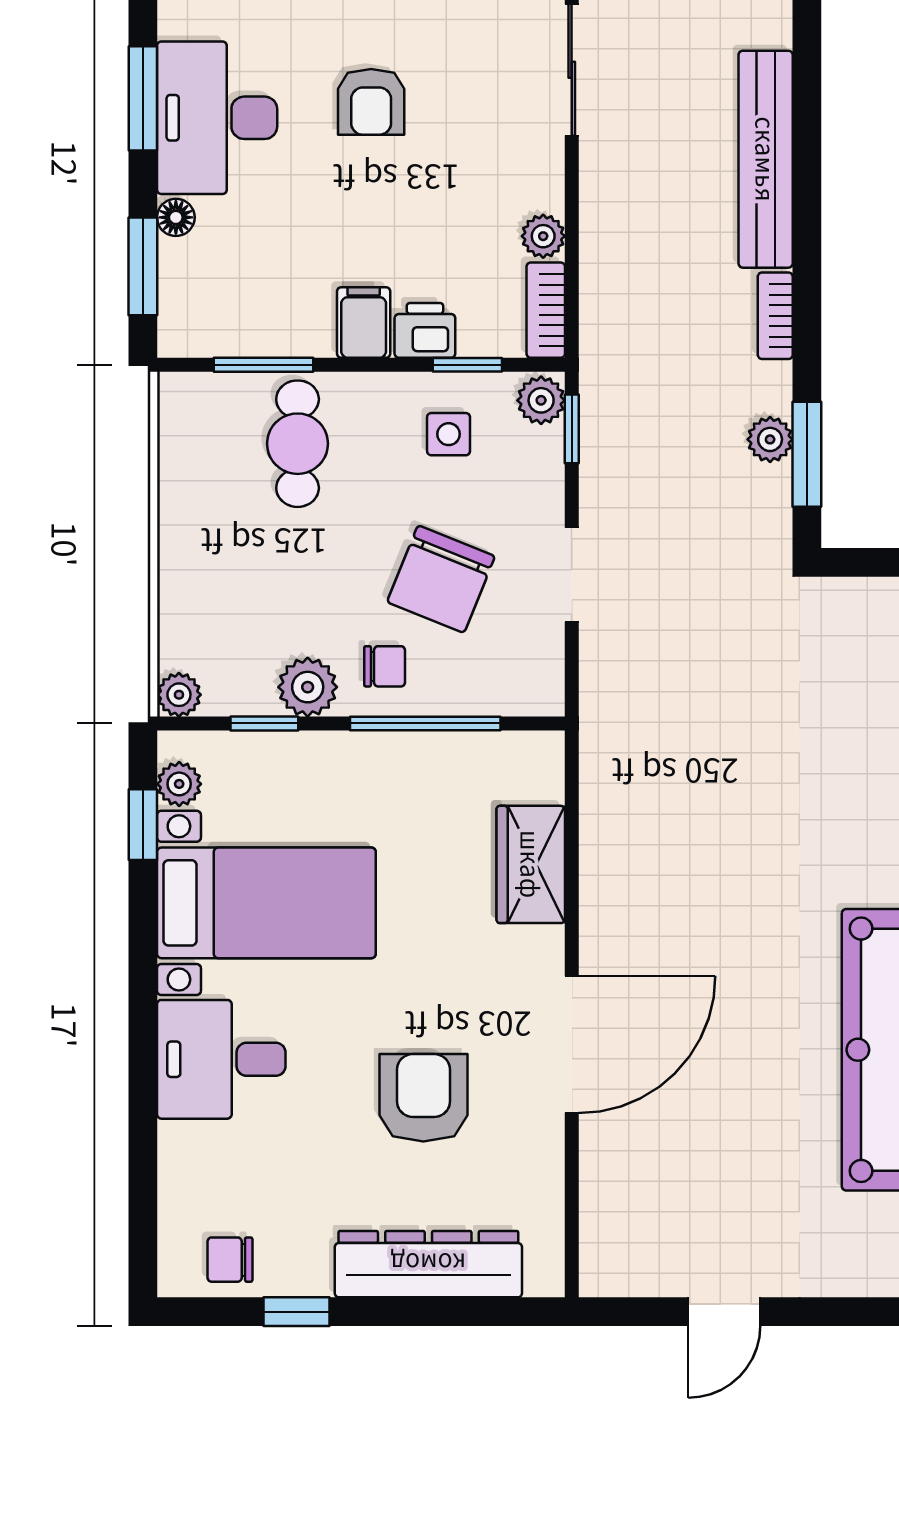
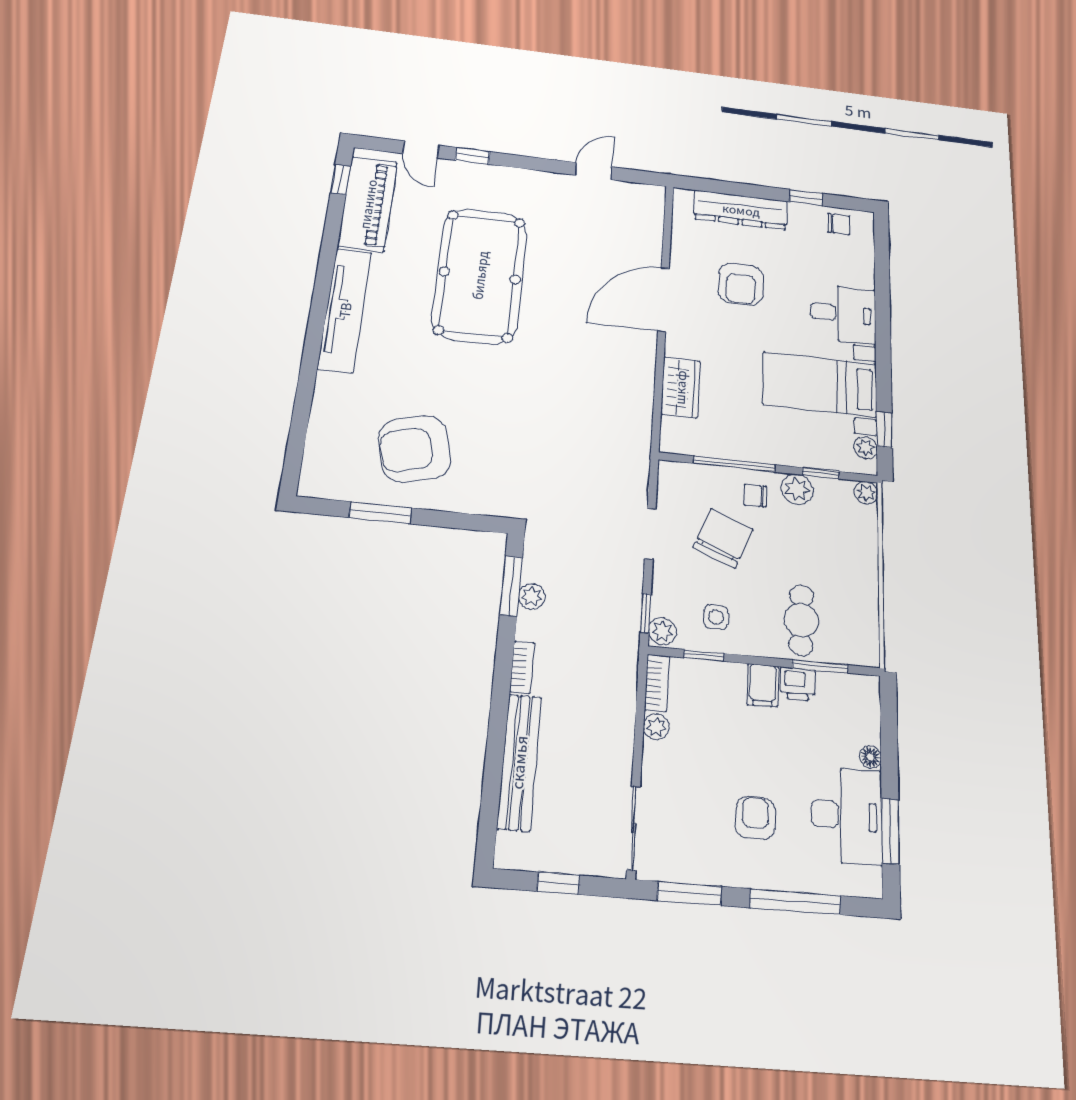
window: (143, 266) -> (889, 730), removed
printer: (425, 330) -> (798, 684), moved

